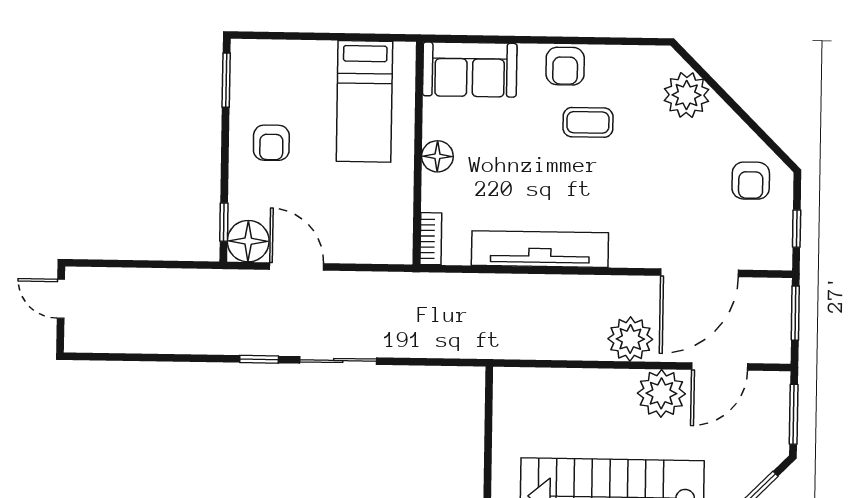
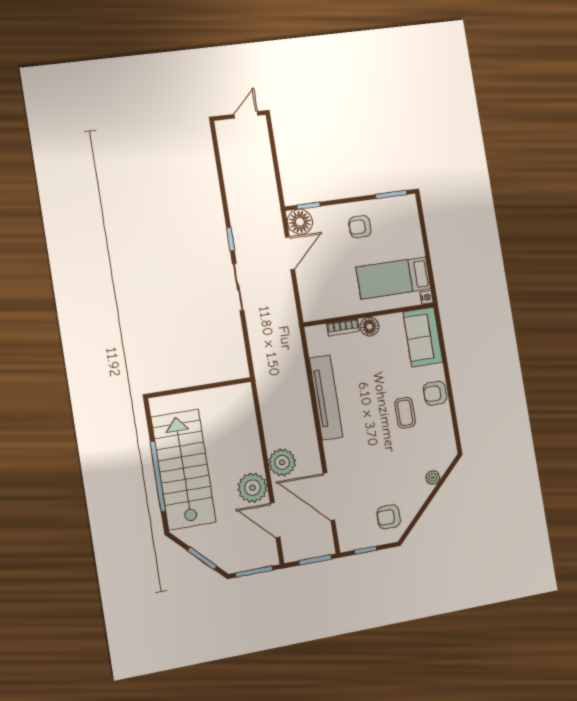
nightstand: (405, 51) -> (426, 297), added
plant: (687, 95) -> (433, 478), width x0.53, depth x0.53
bookcase: (431, 239) -> (343, 327), moved

